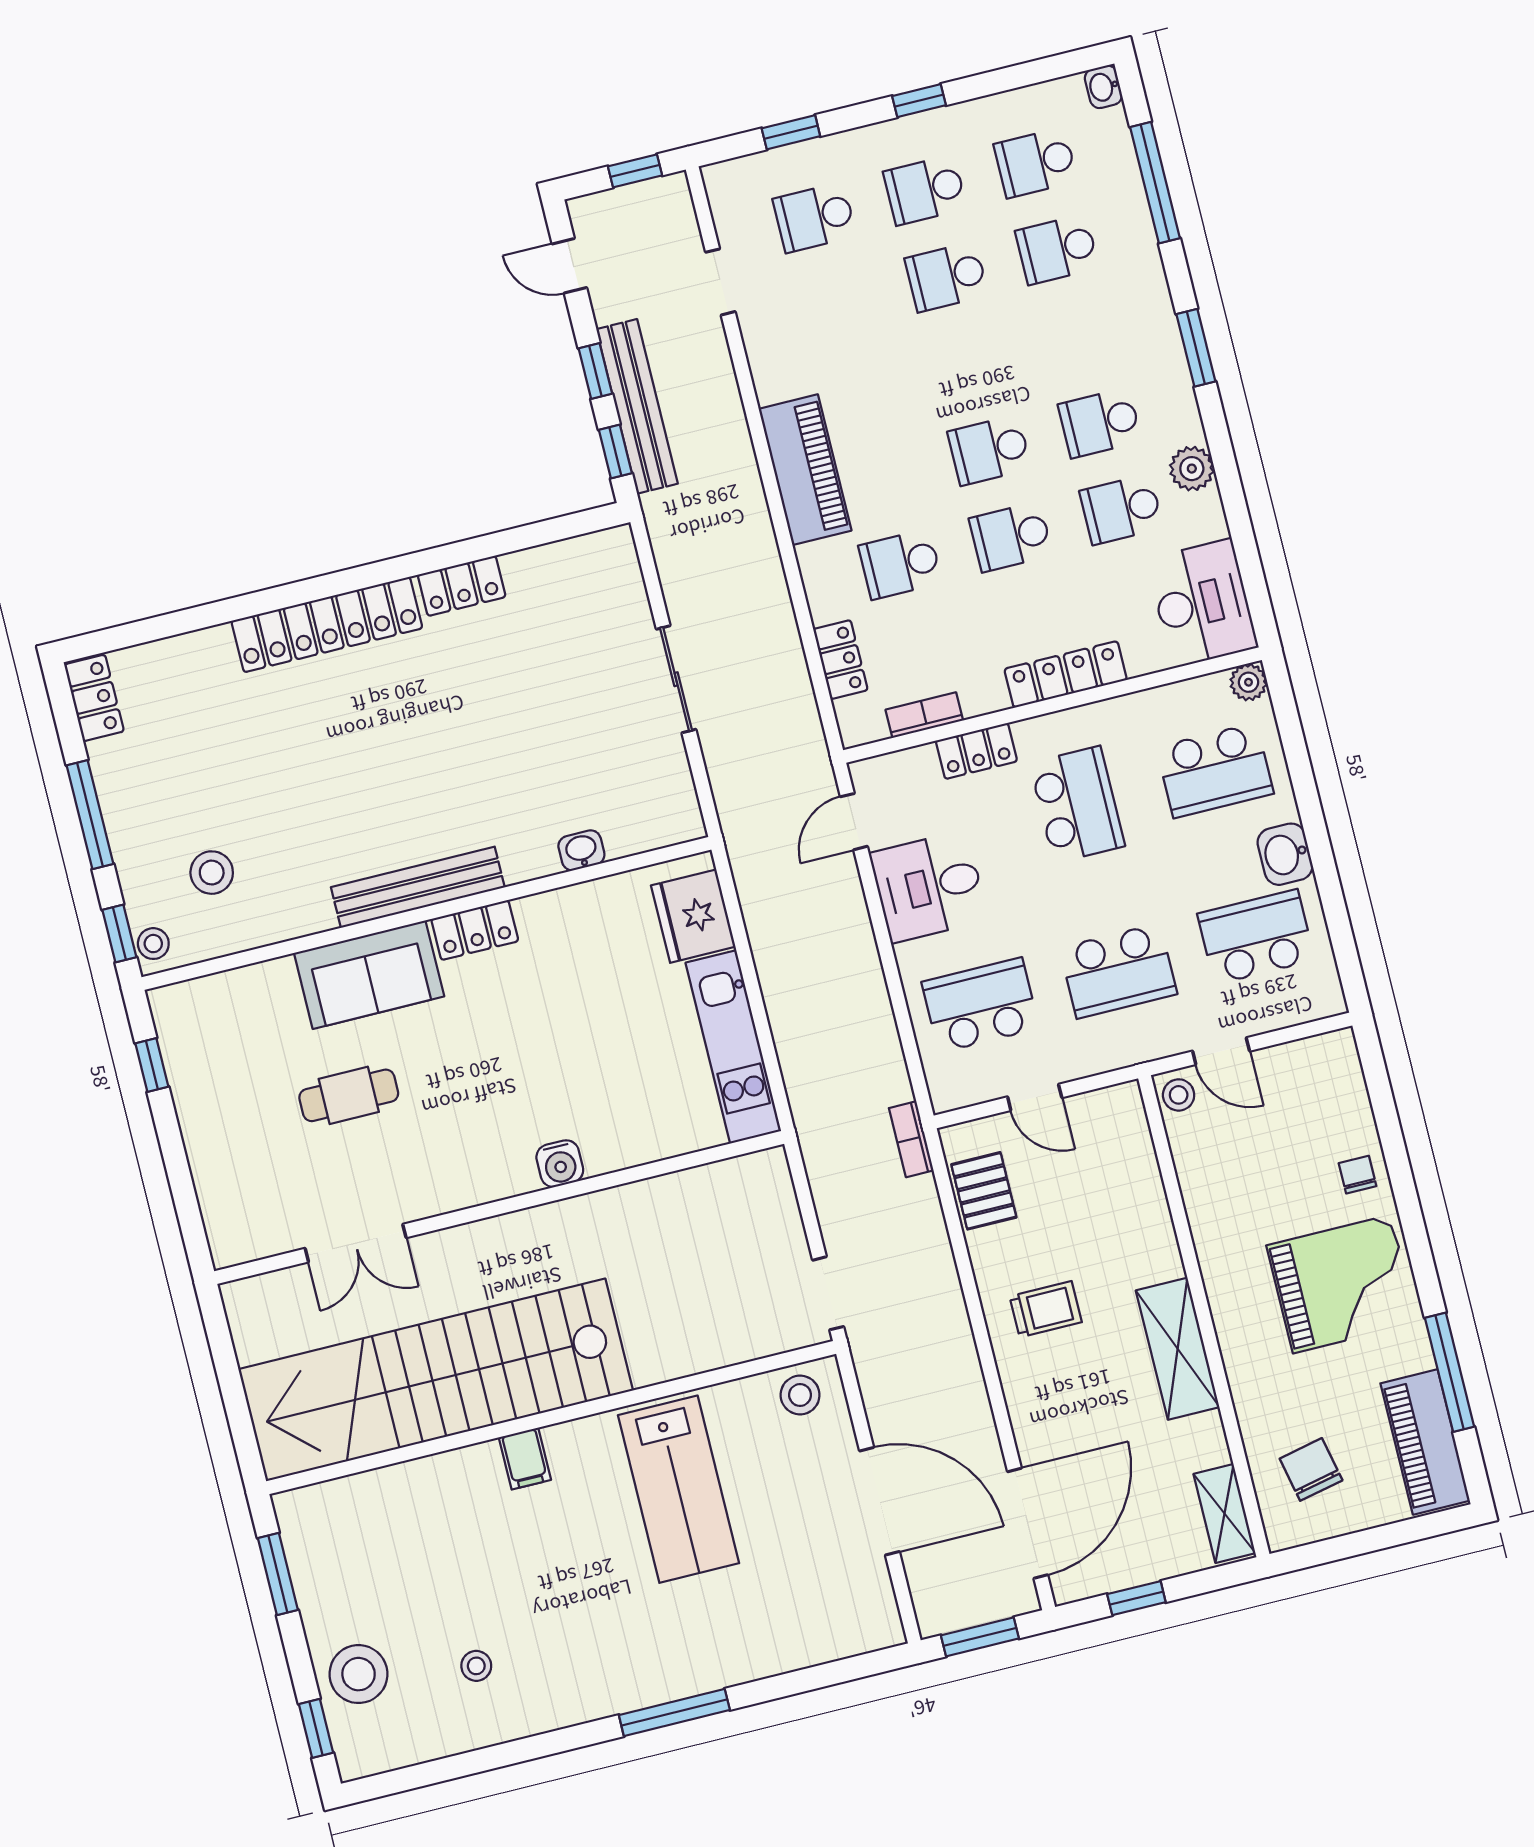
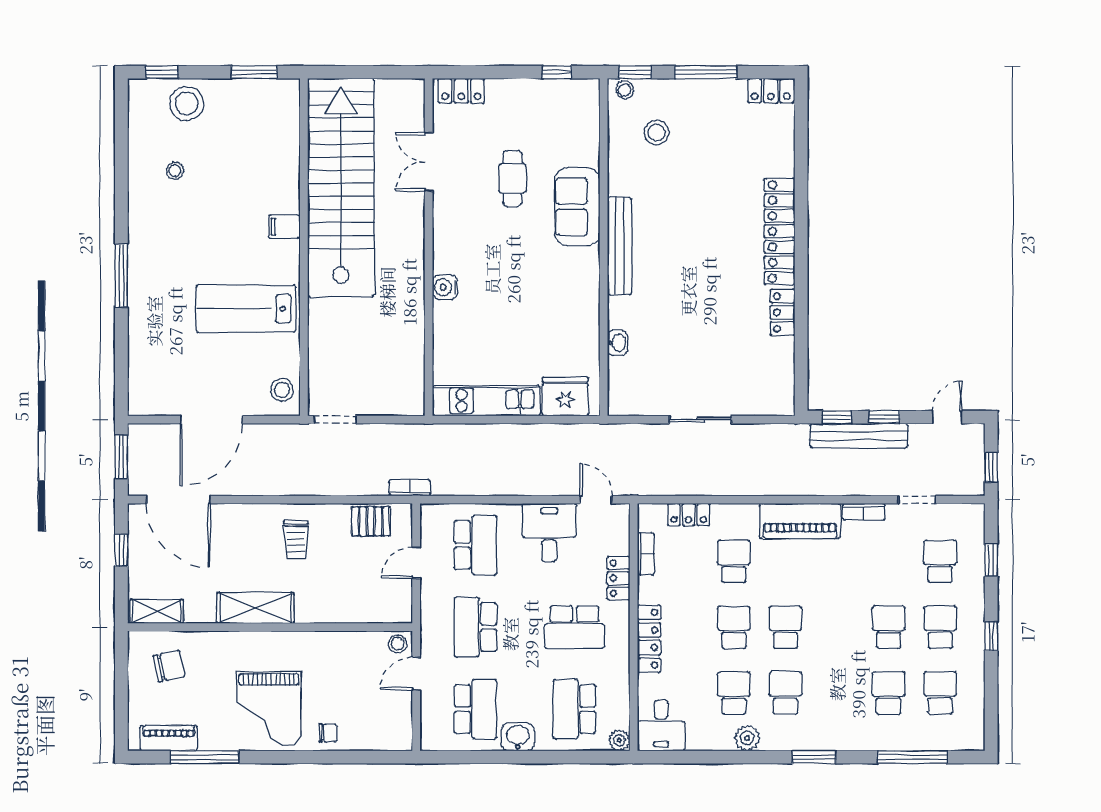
washbasin: (1103, 87) -> (973, 742), removed
bookcase: (763, 366) -> (864, 512), added
desk: (1202, 603) -> (661, 725), width x0.73
locker: (475, 930) -> (461, 91), moved, turned -90
piano: (1425, 1442) -> (169, 738), width x0.73, depth x0.75

